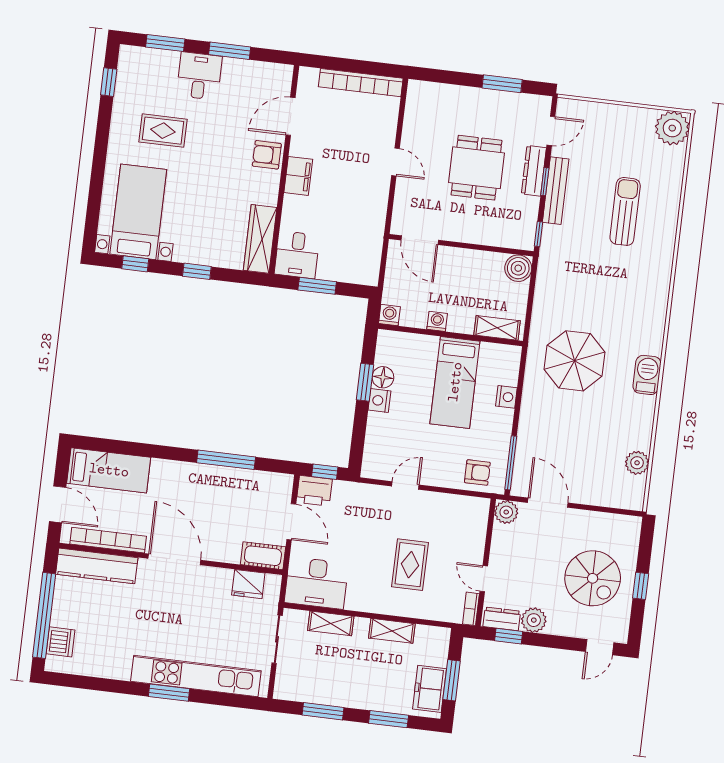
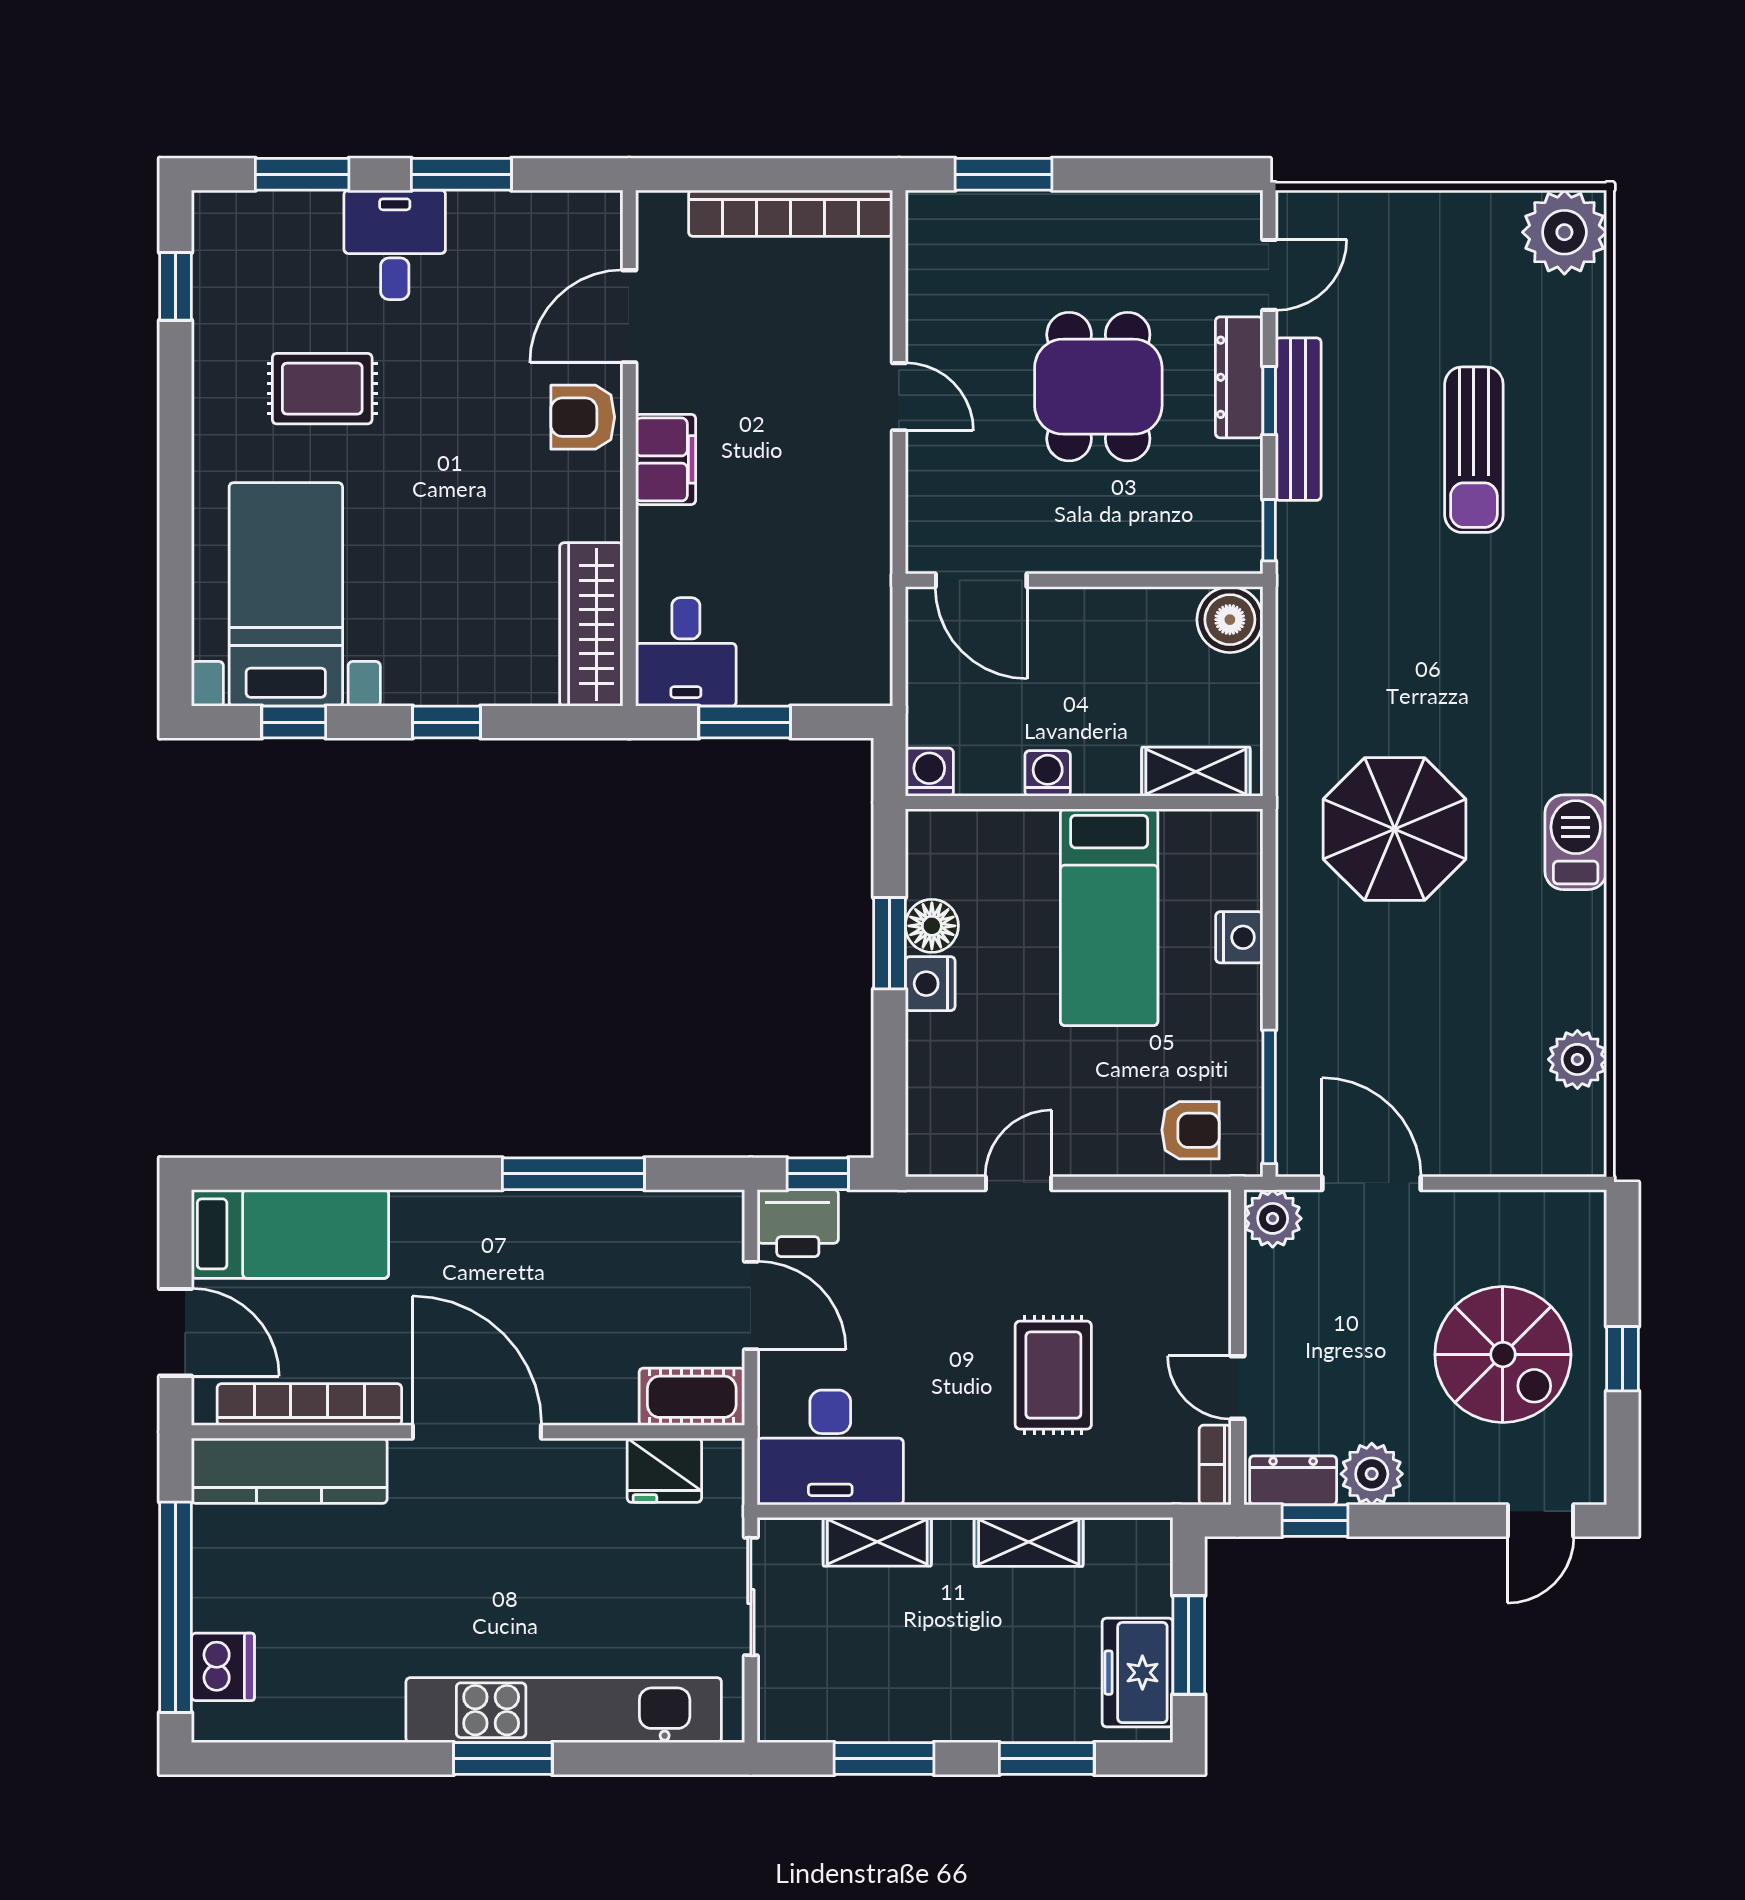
window: (502, 84) -> (1003, 174), moved
sun lounger: (625, 211) -> (1474, 450), turned 180

